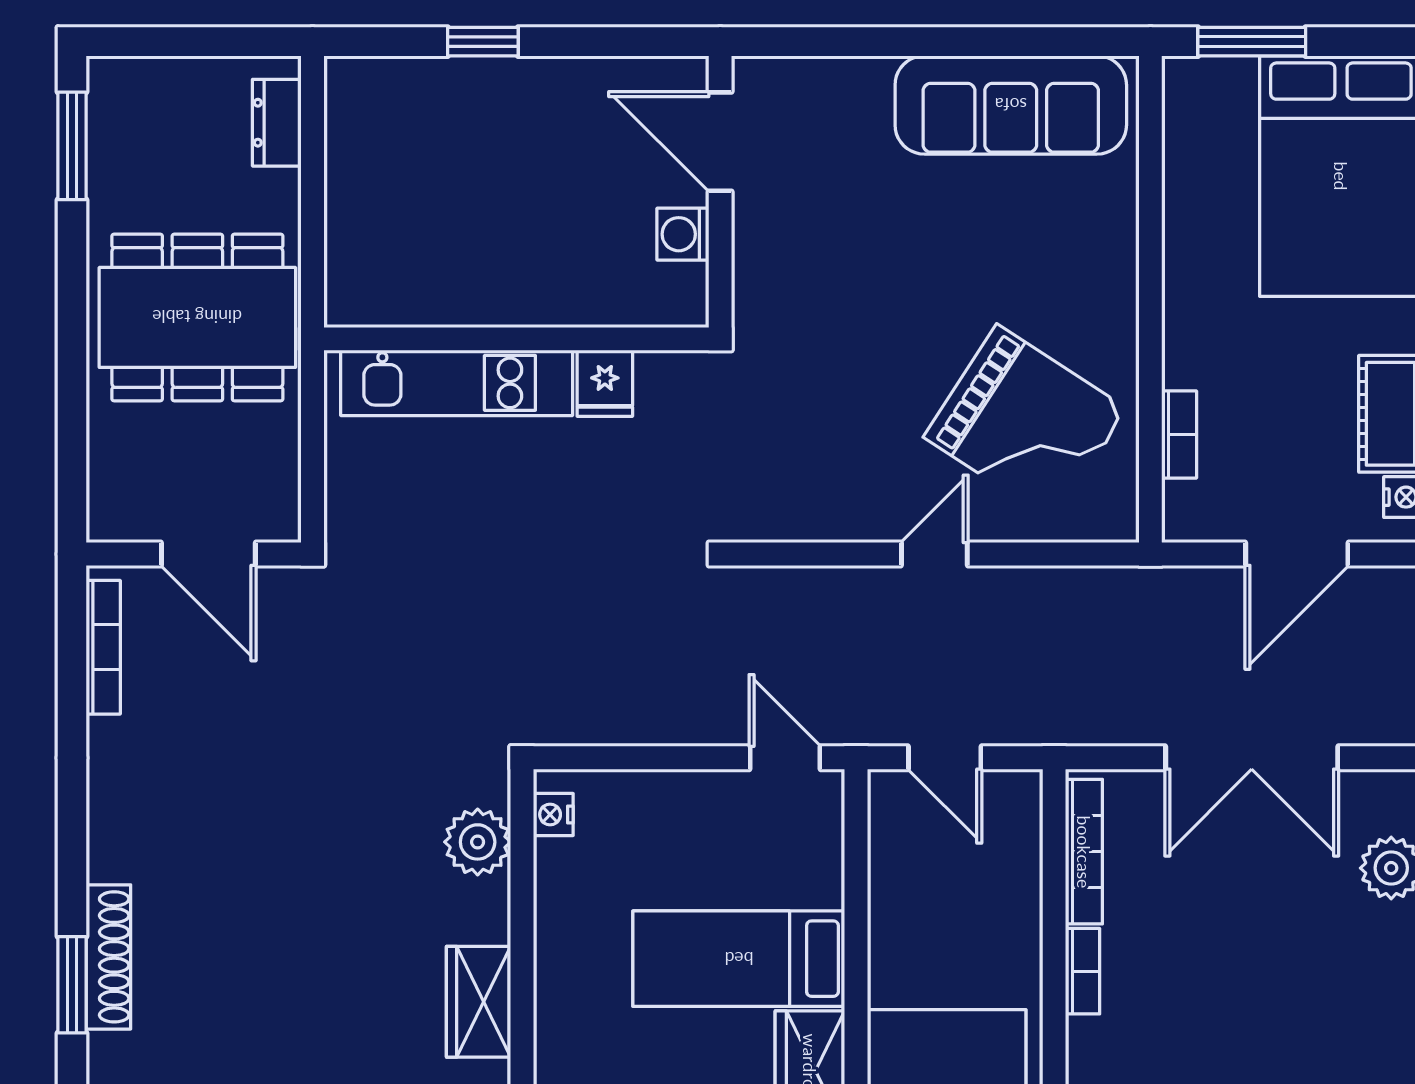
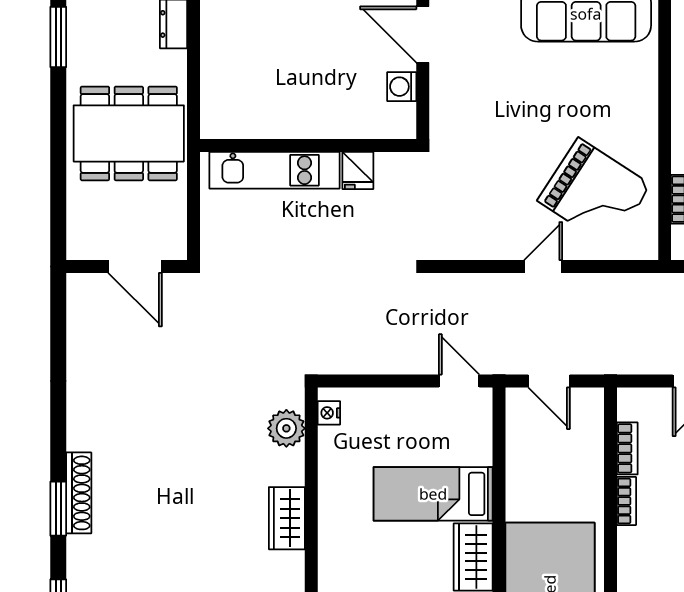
bookcase: (103, 647) -> (76, 319), removed
bookcase: (1084, 852) -> (627, 448), width x0.64

